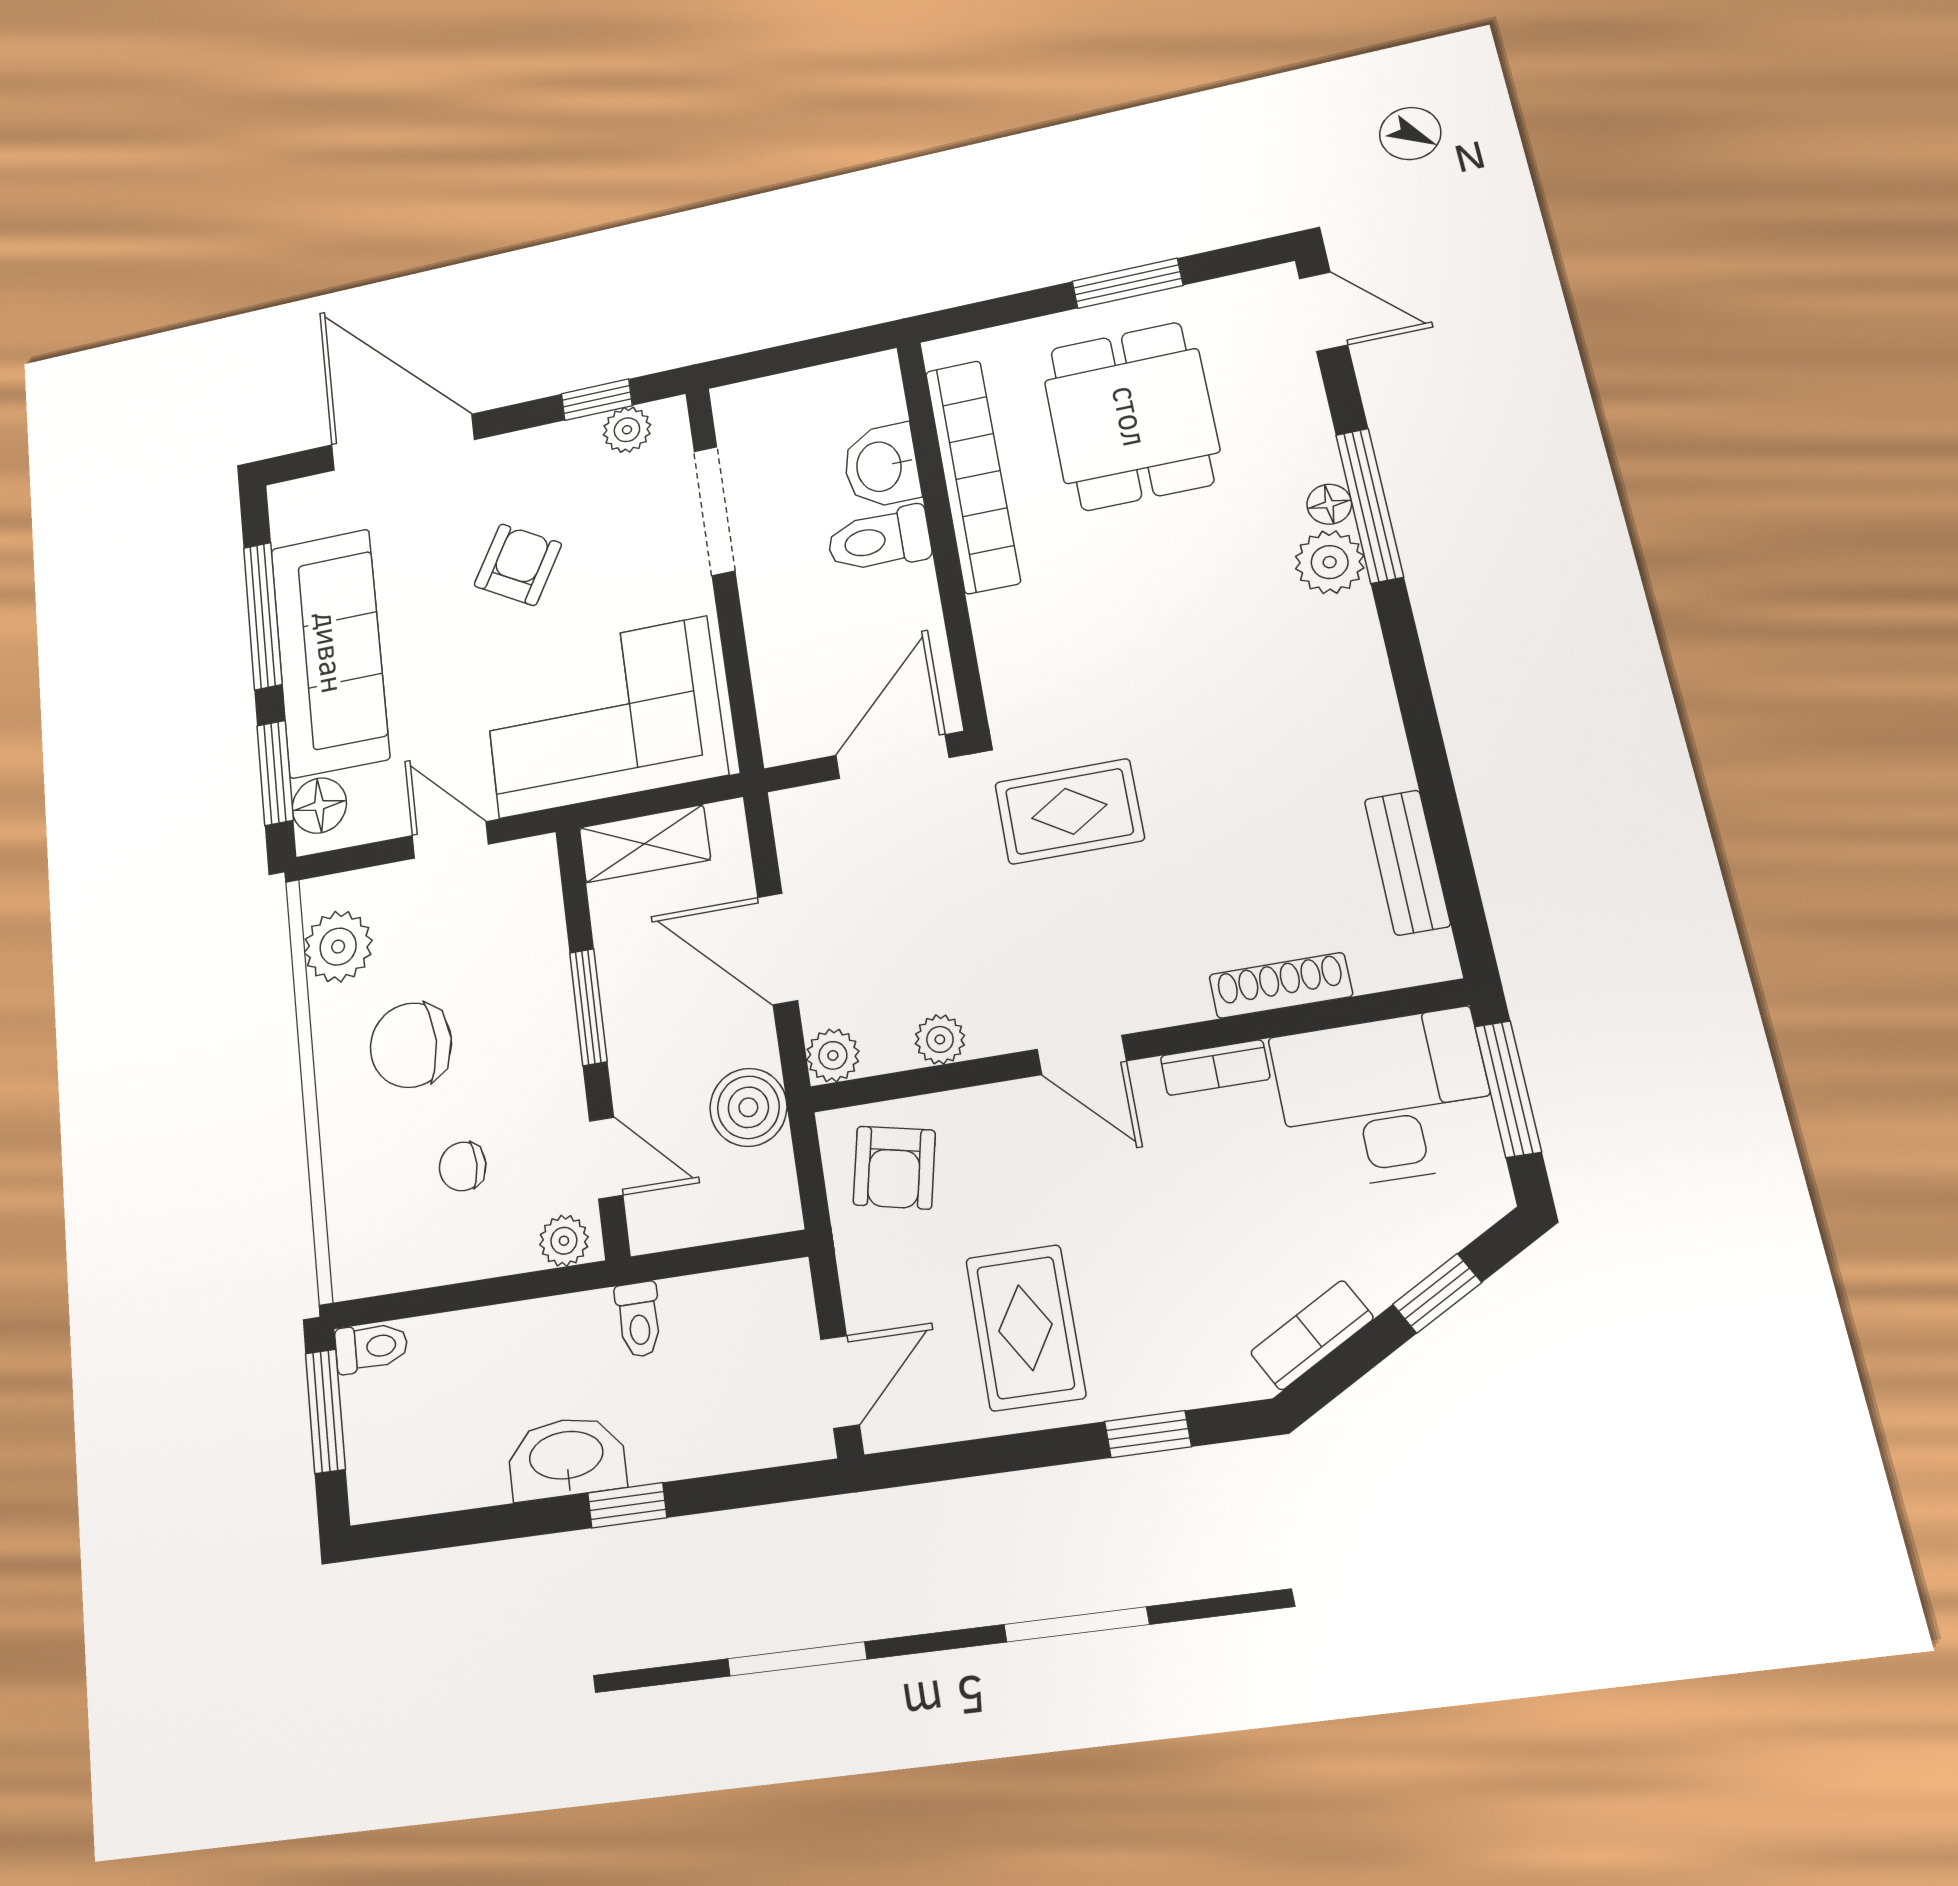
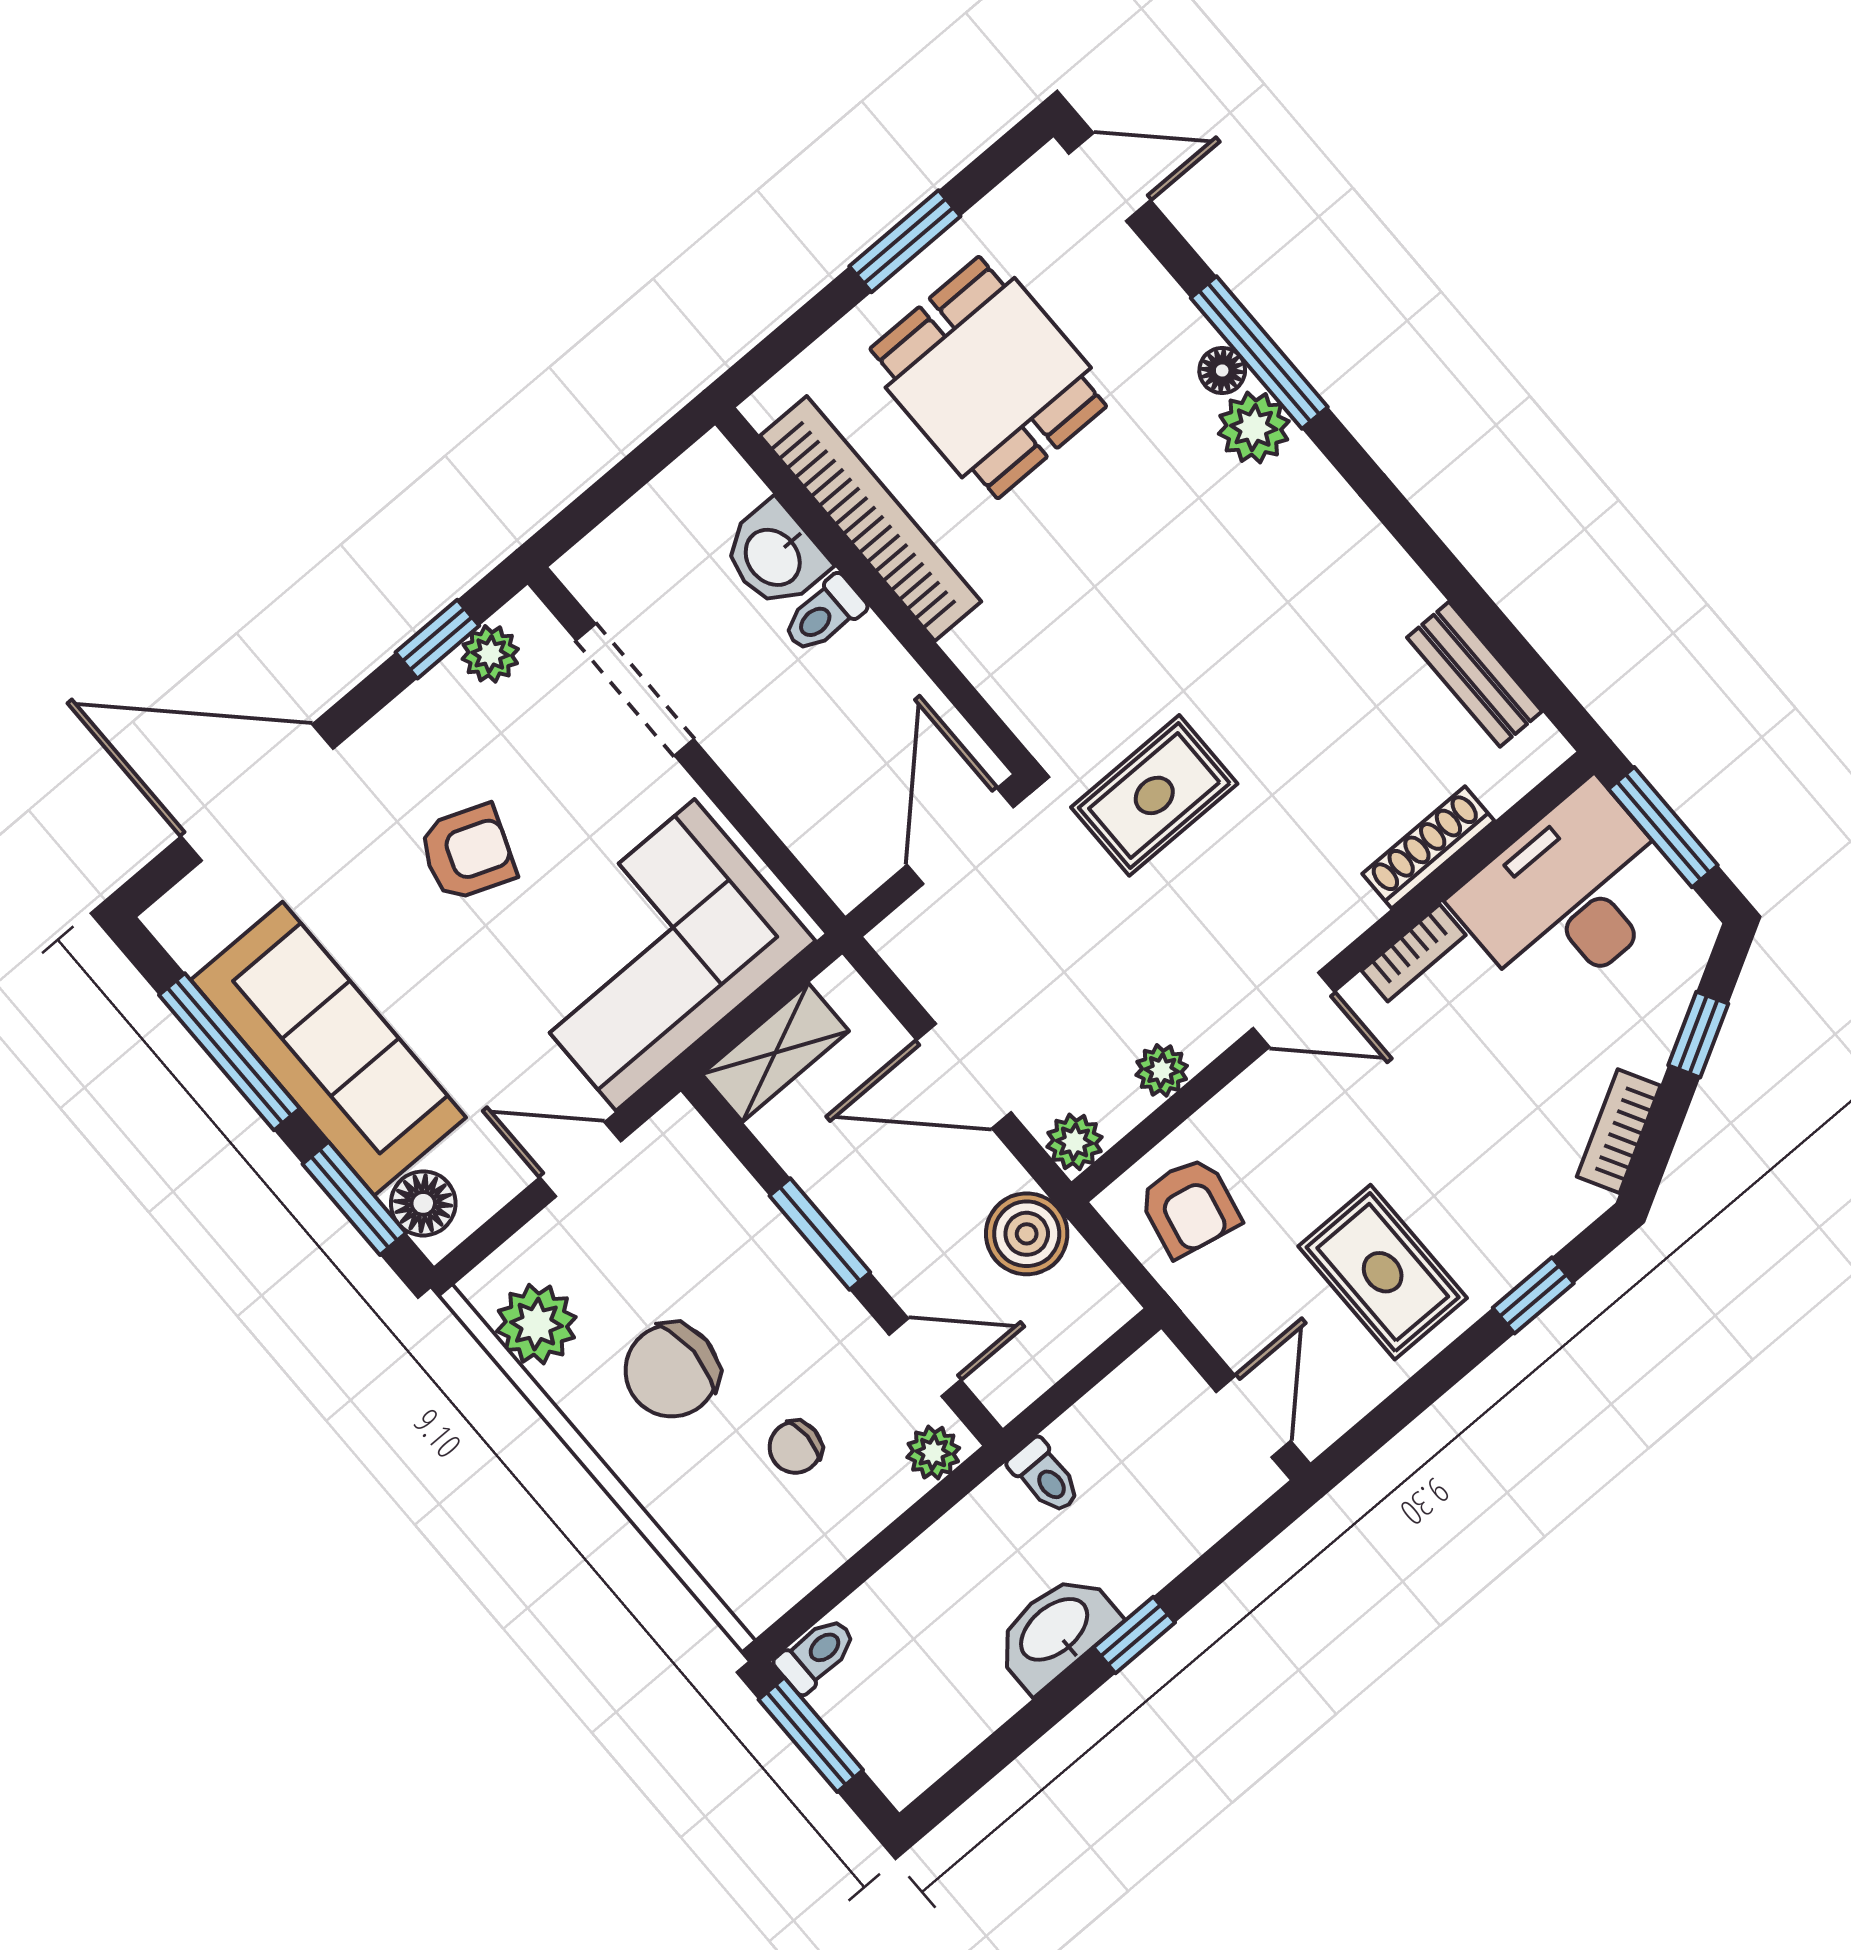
toilet: (879, 540) -> (824, 615), width x0.73, depth x0.72
armchair: (518, 565) -> (467, 853), turned 81

